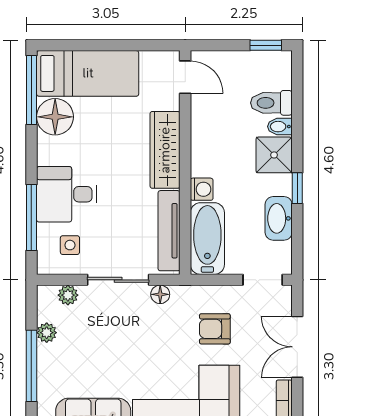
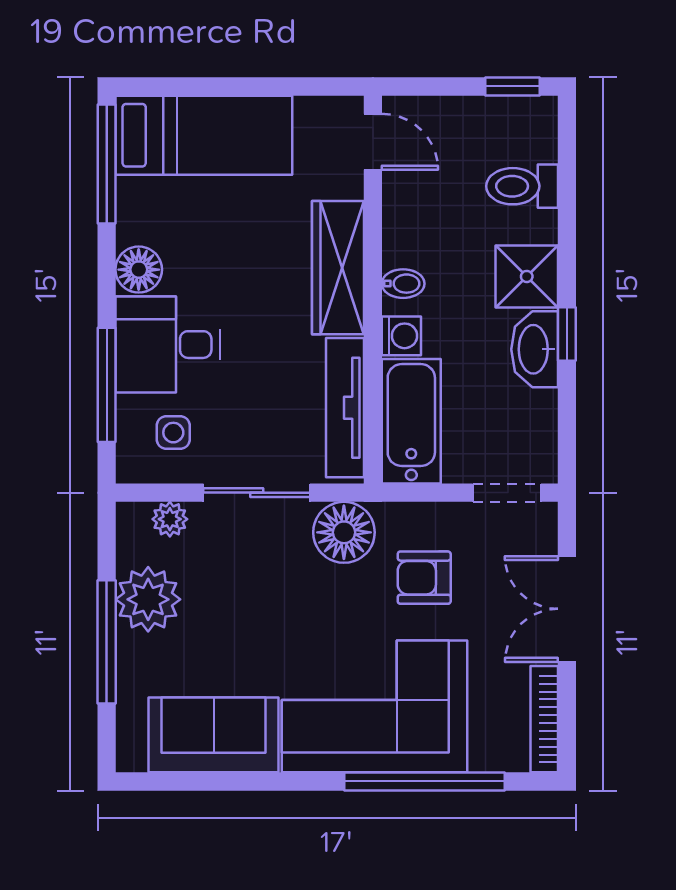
floor lamp: (55, 117) -> (139, 270), moved, width x0.73, depth x0.73
bidet: (280, 127) -> (403, 284), moved, turned 180
washbasin: (279, 218) -> (535, 349), moved
floor lamp: (160, 294) -> (344, 532), width x1.89, depth x1.89
plant: (47, 333) -> (148, 599), width x1.88, depth x1.88

